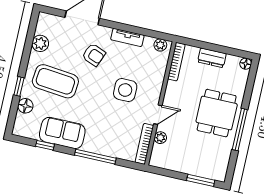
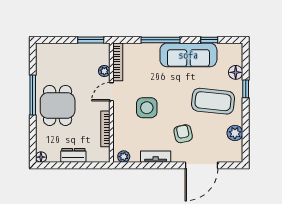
armchair: (94, 55) -> (183, 134), turned 56
bookcase: (176, 62) -> (105, 129), moved
sofa: (62, 133) -> (188, 55), width x1.36
window: (201, 180) -> (91, 40), moved

